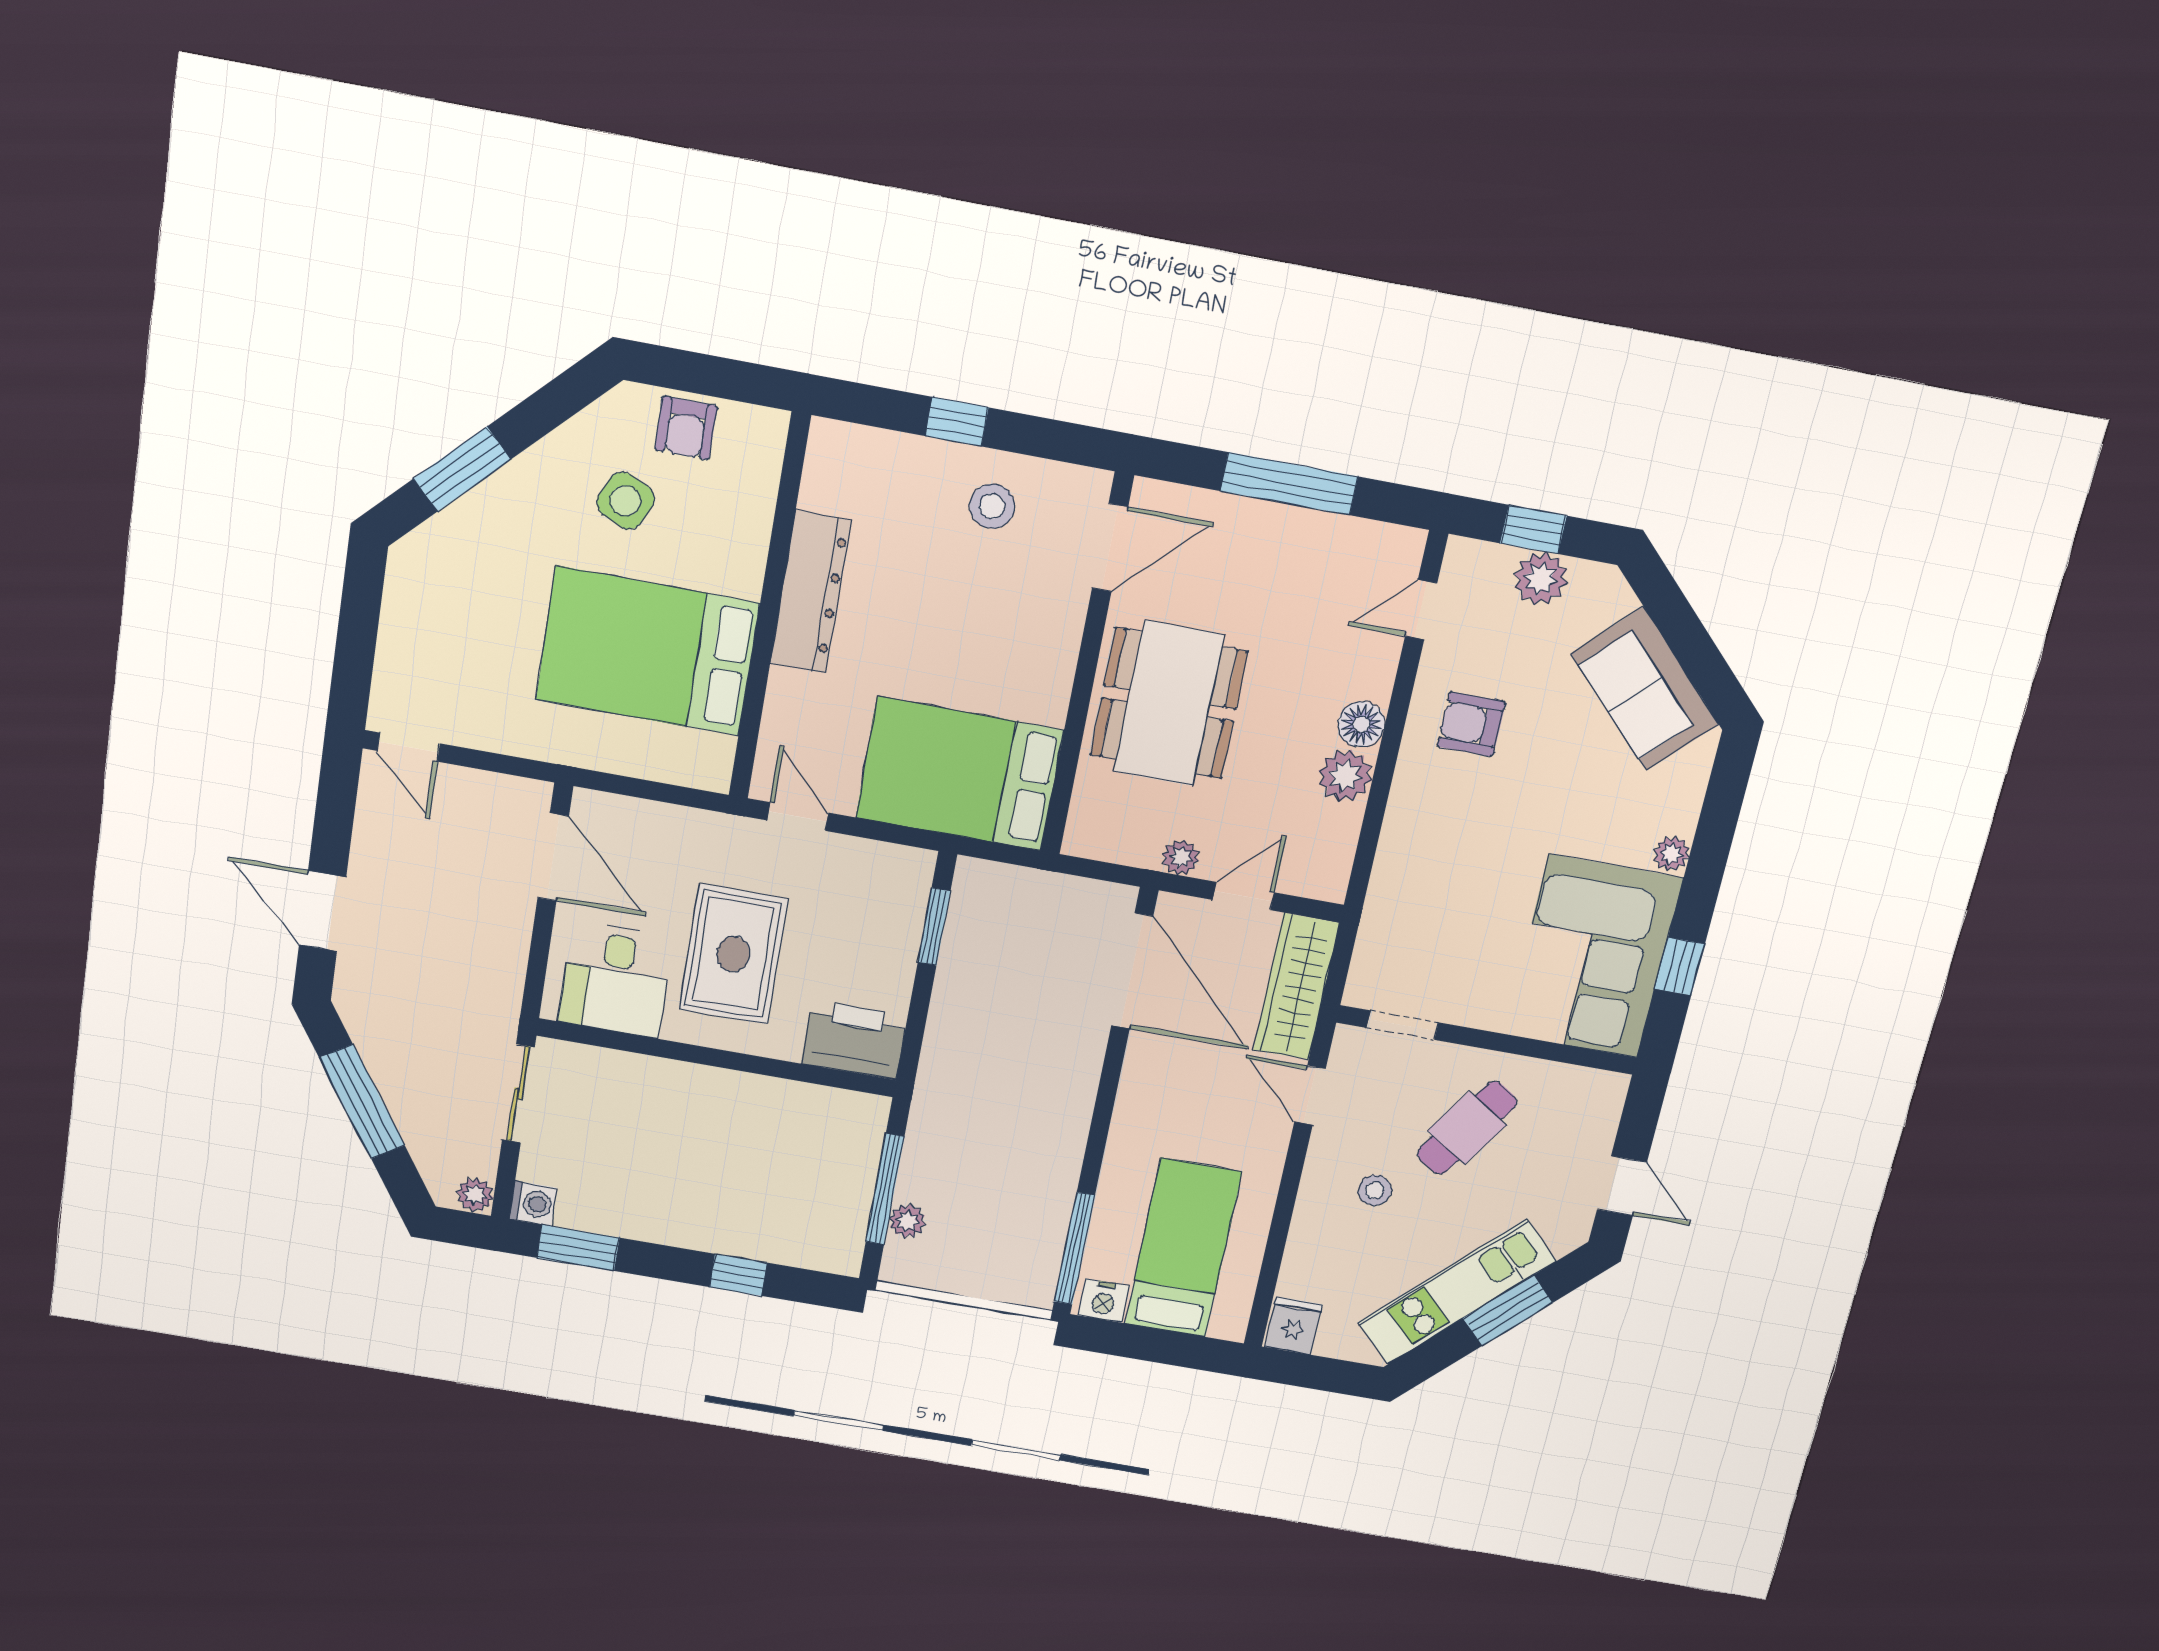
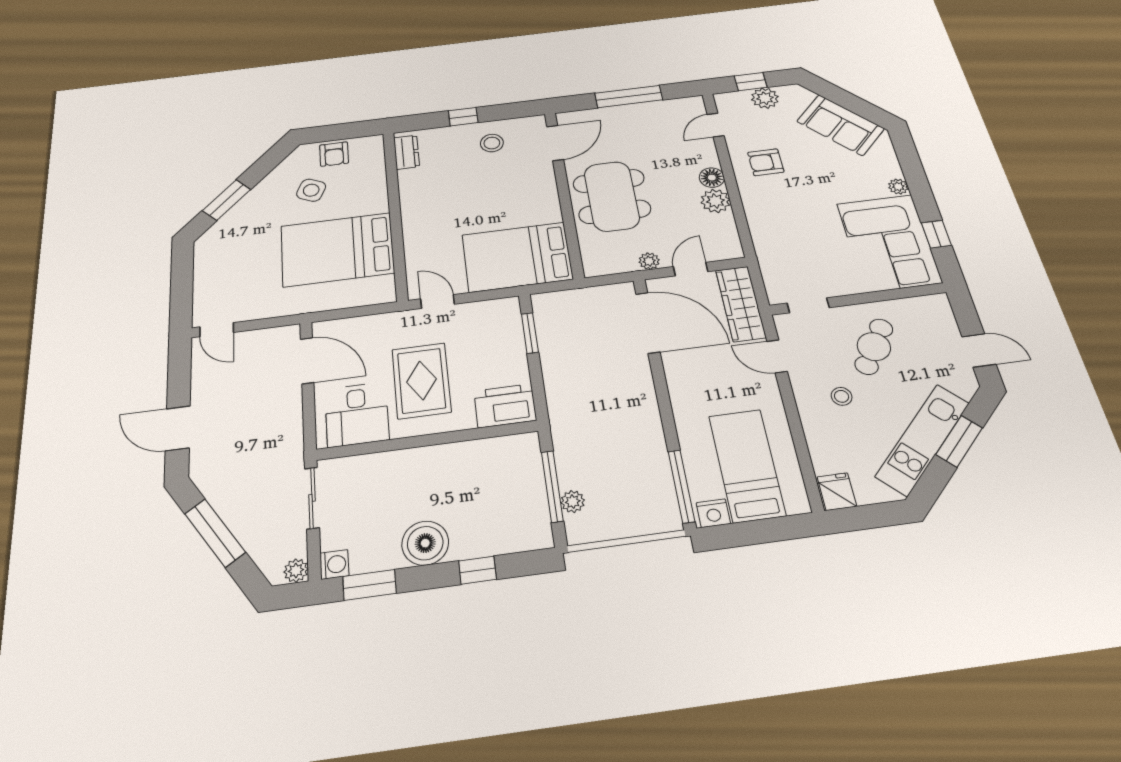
dresser: (811, 592) -> (407, 152), moved, width x0.51, depth x0.80
boiler: (673, 1214) -> (425, 543), added

